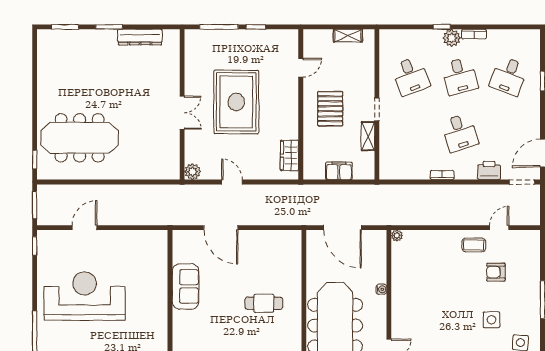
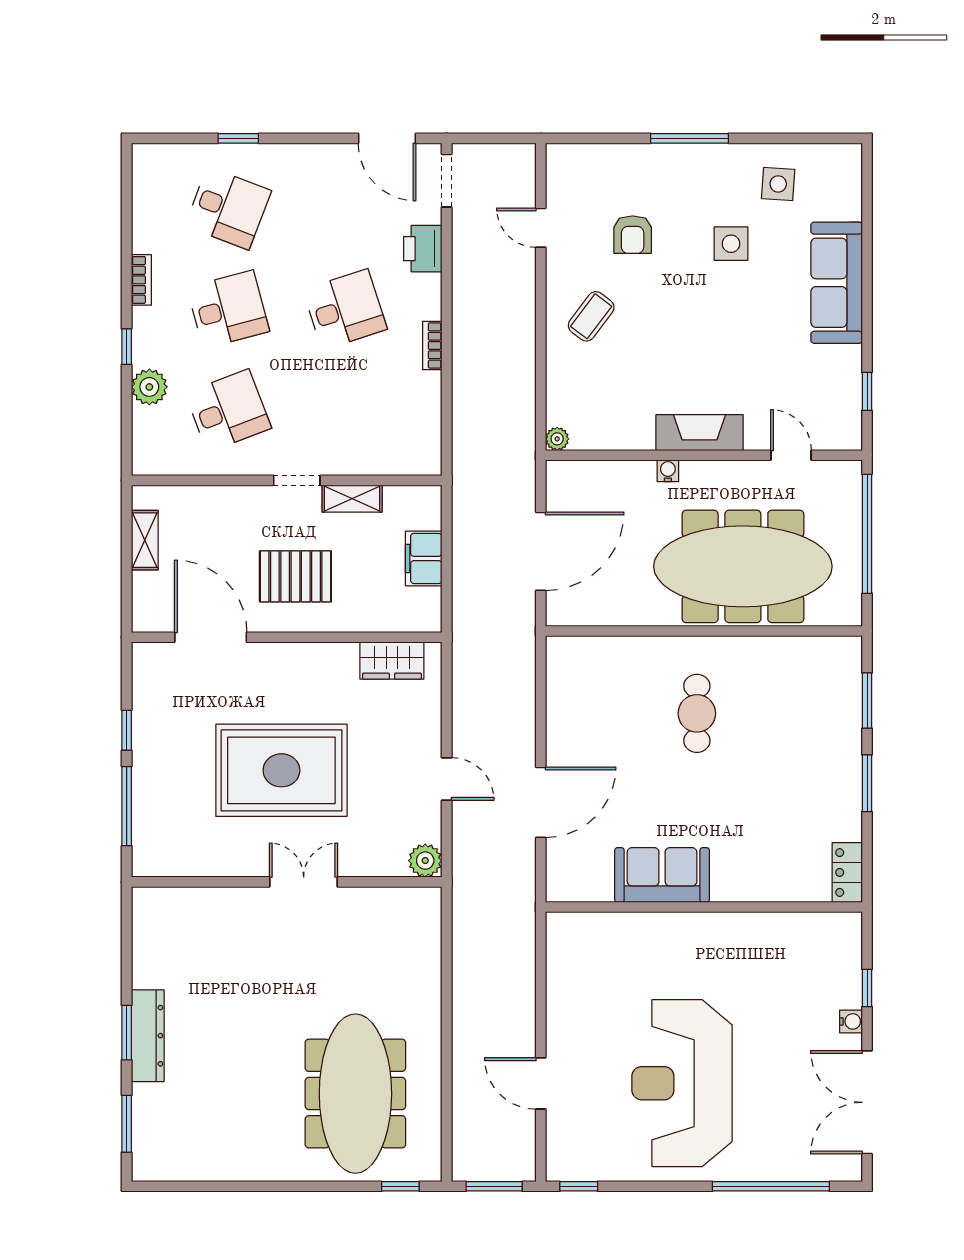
dresser: (140, 37) -> (148, 1036), moved
plant: (452, 38) -> (149, 387), moved
door: (301, 68) -> (211, 637), width x1.88
door: (232, 182) -> (447, 779), swing flipped
coffee table: (474, 245) -> (591, 316), moved, turned 37
fireplace: (400, 305) -> (700, 433), added

